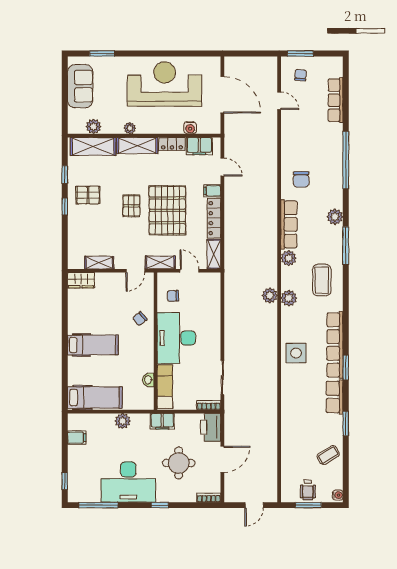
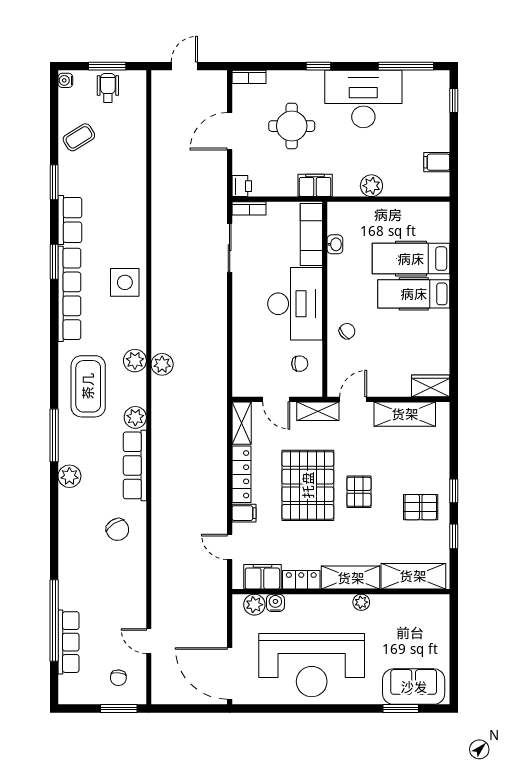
sofa: (80, 86) -> (414, 687), moved, turned 90
door: (222, 95) -> (230, 673), moved
plant: (93, 127) -> (254, 605), moved
window: (346, 160) -> (54, 620), moved
chair: (301, 179) -> (118, 530), turned 147
shelving: (99, 263) -> (405, 414), width x1.50, depth x1.33
coffee table: (322, 280) -> (88, 386), width x1.36, depth x1.32
hospital bed: (95, 398) -> (411, 259), moved
printer: (211, 427) -> (242, 186), width x0.53, depth x0.68

